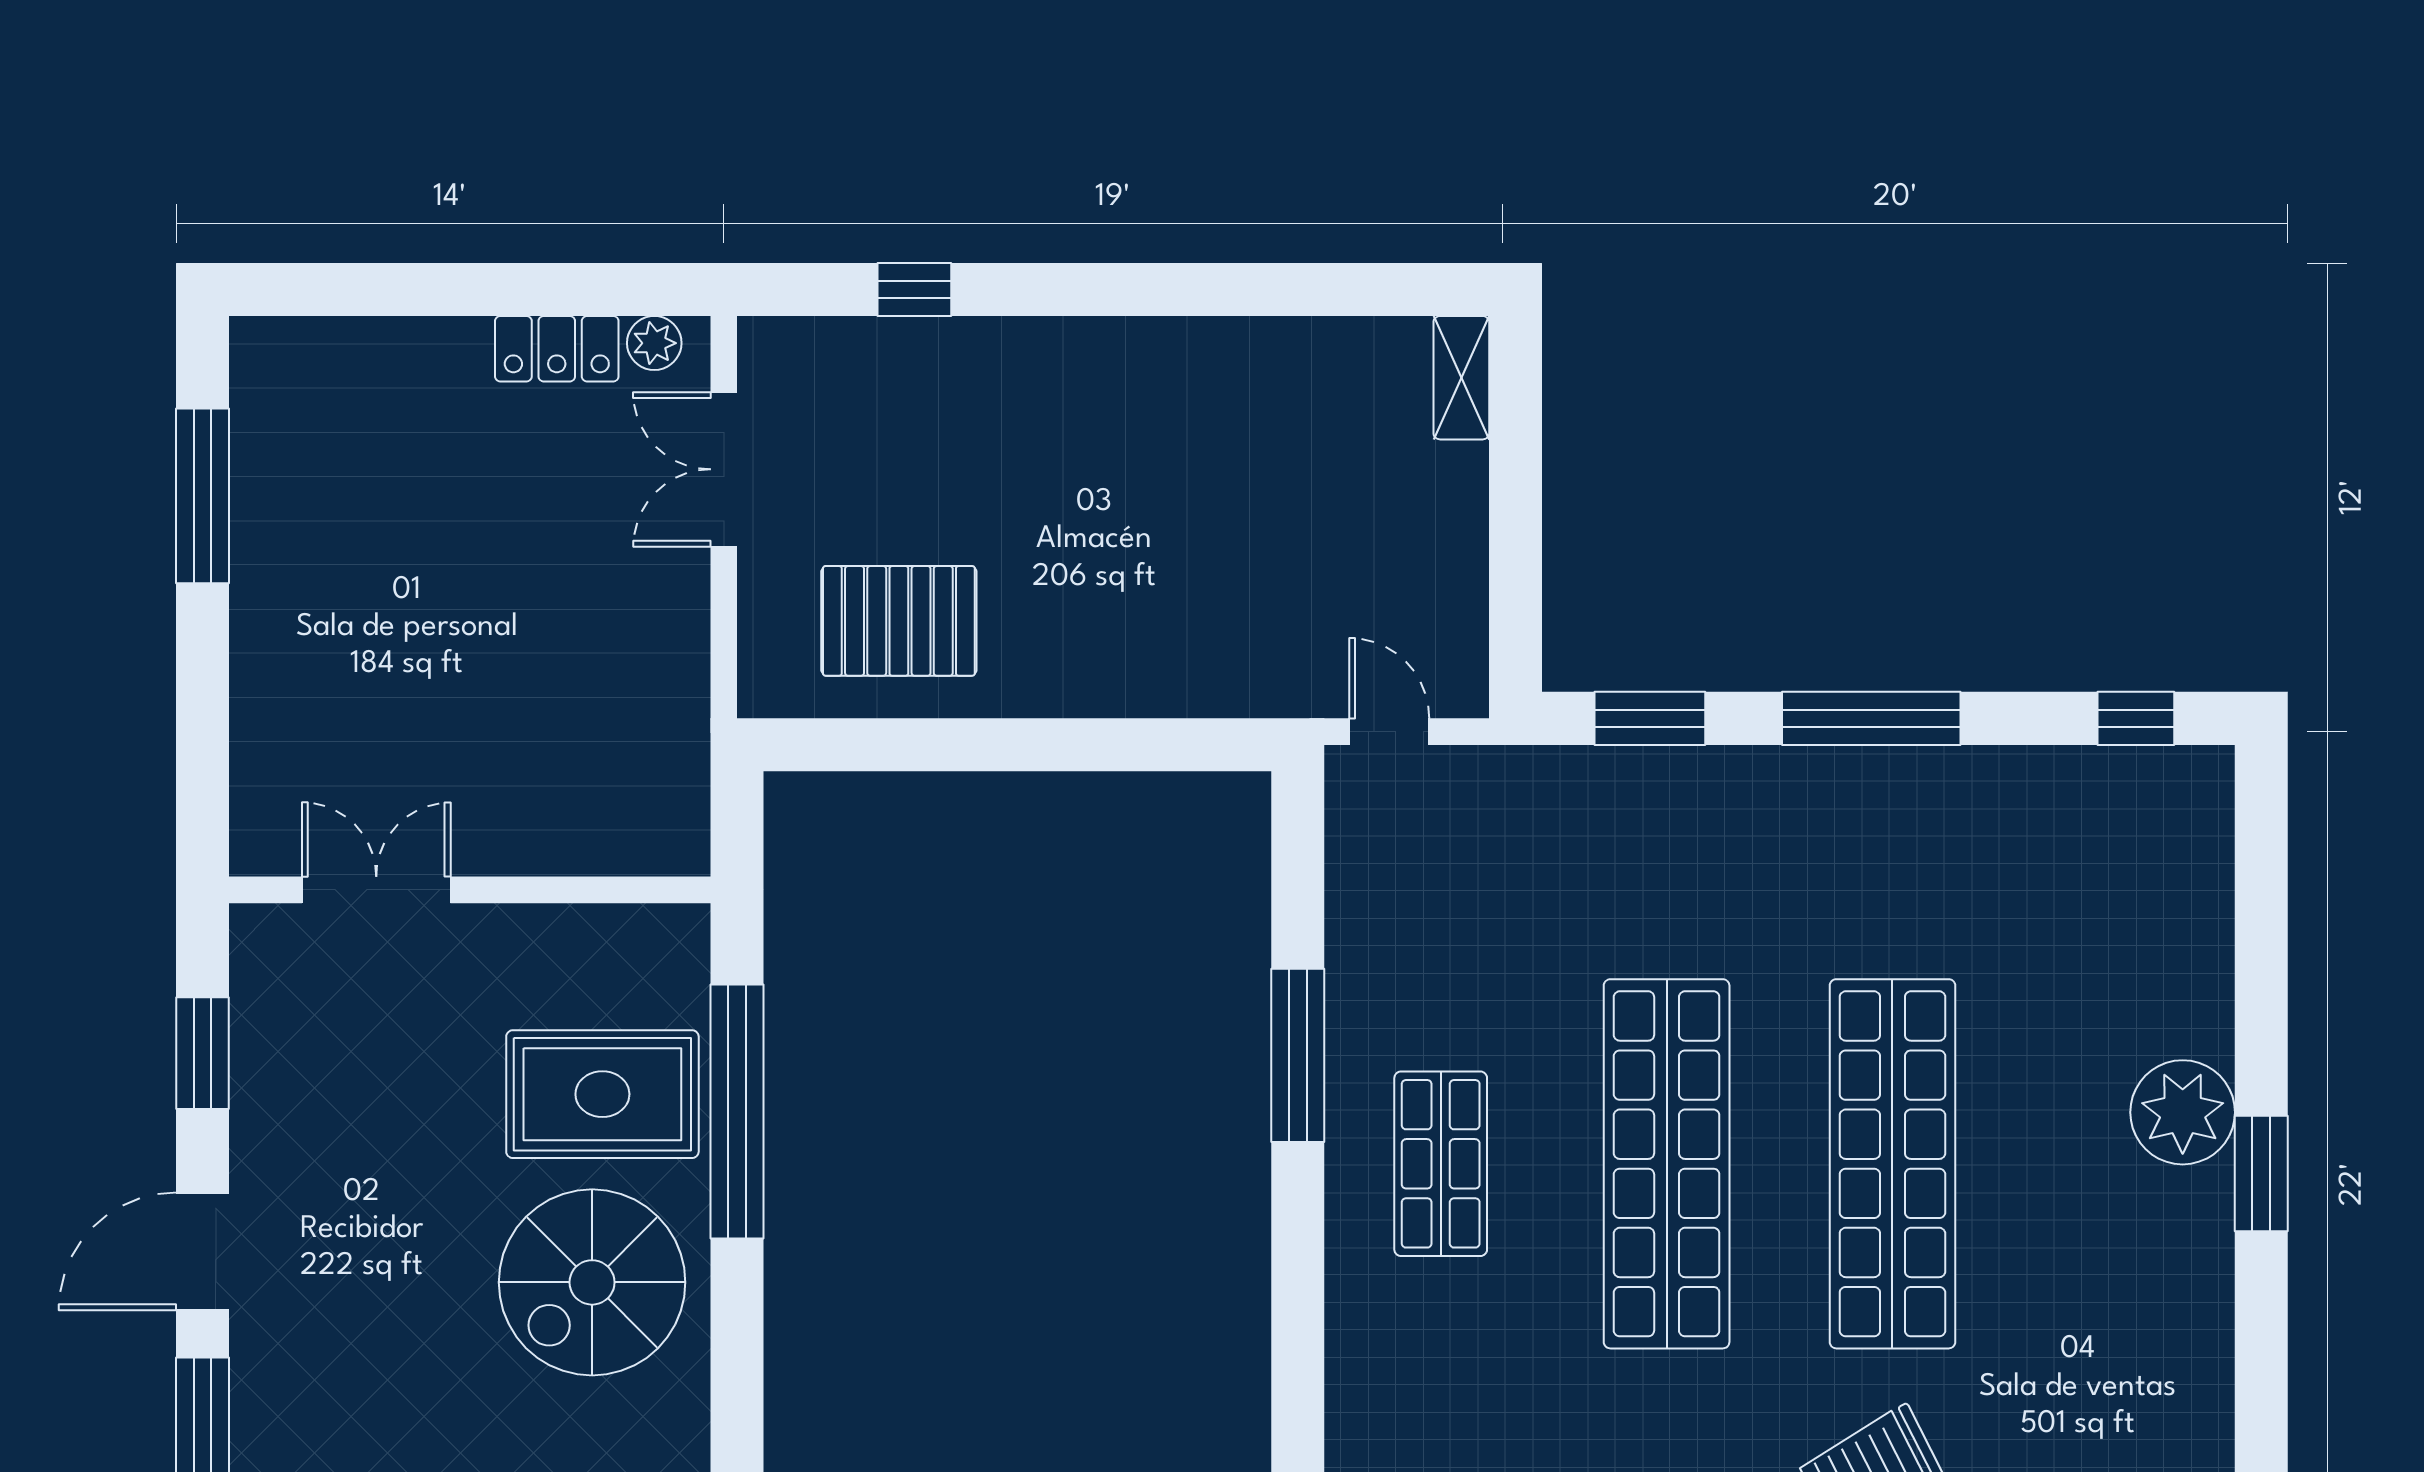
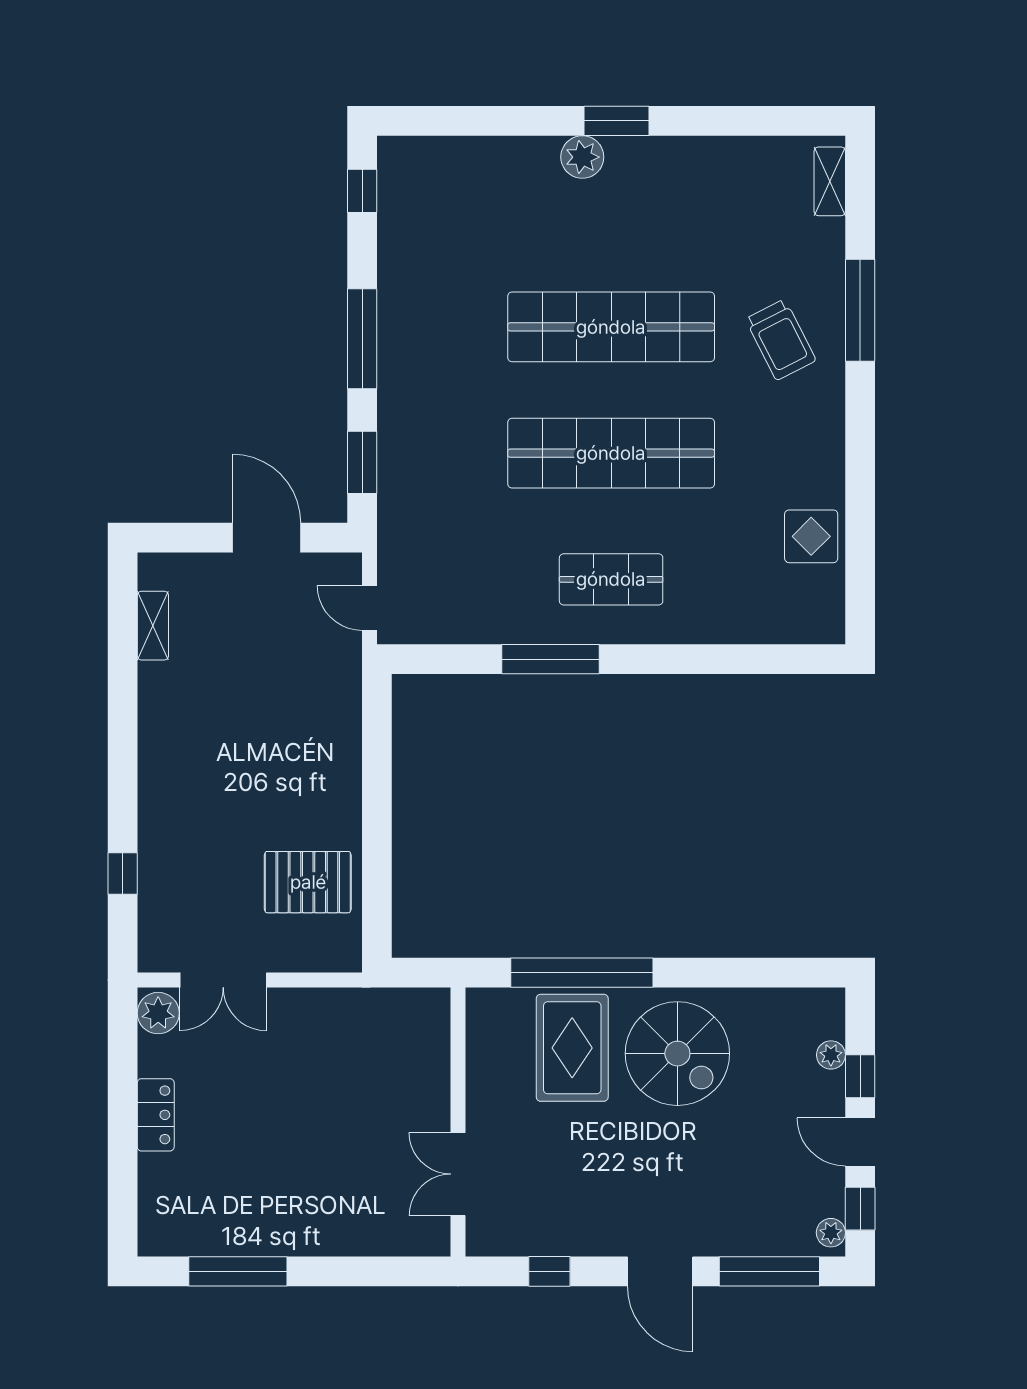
plant: (654, 343) -> (158, 1013), width x1.38, depth x1.38
locker: (557, 349) -> (156, 1115), moved
shelving: (1461, 378) -> (153, 626), moved, turned 90
door: (1516, 547) -> (267, 538), added
pallet: (899, 621) -> (308, 882), turned 90
door: (1389, 732) -> (370, 608), hinge flipped
window: (202, 1053) -> (549, 1271), width x0.67
plant: (2183, 1112) -> (582, 157), width x0.73, depth x0.73

